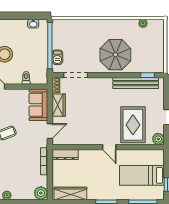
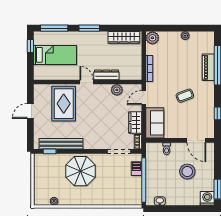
plant: (158, 139) -> (117, 90), moved
dresser: (65, 155) -> (106, 75), moved

